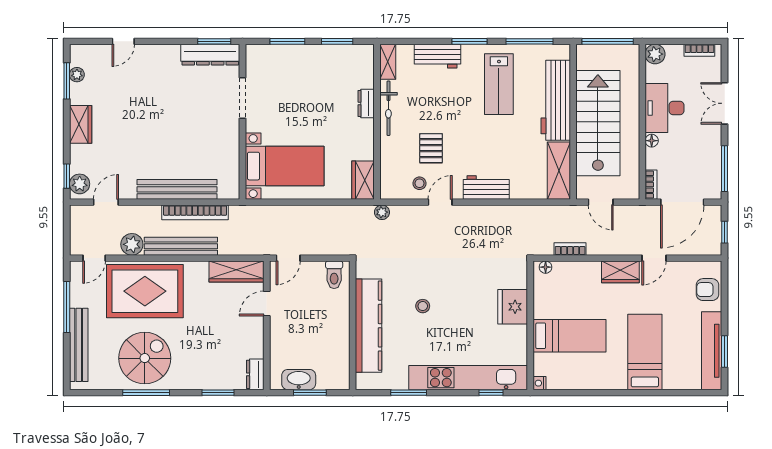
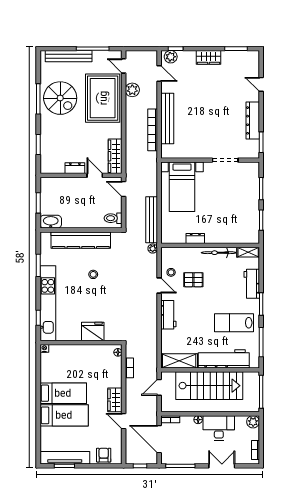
dresser: (210, 55) -> (253, 120), moved
plant: (77, 75) -> (240, 55), removed
dresser: (366, 103) -> (195, 238), moved
wardrobe: (363, 180) -> (173, 237), removed
bench: (181, 246) -> (152, 220), moved
bed: (569, 336) -> (63, 393), moved, turned -90
dresser: (255, 374) -> (75, 168), moved
washbasin: (299, 380) -> (51, 222), moved, turned -90

